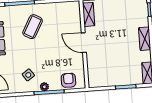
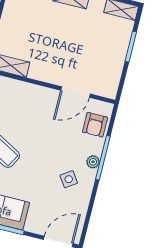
door: (84, 43) -> (75, 92), moved
armchair: (68, 80) -> (95, 125), turned -90

